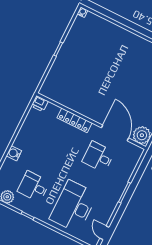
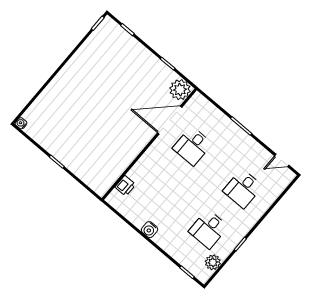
printer: (40, 104) -> (125, 186), moved
locker: (74, 120) -> (144, 163), removed
water cooler: (14, 153) -> (150, 230), moved
desk: (74, 206) -> (243, 189), width x0.53, depth x0.77

